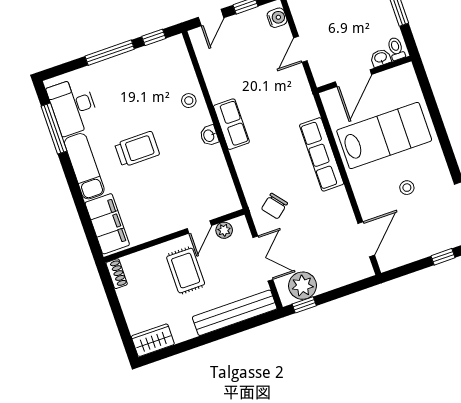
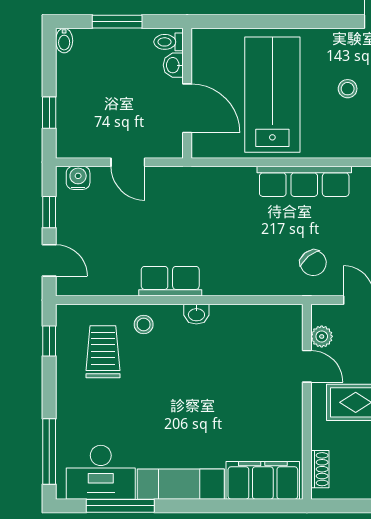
window: (110, 53) -> (49, 451), moved
row of seats: (231, 124) -> (170, 281), moved
trolley: (137, 149) -> (103, 352), moved
row of seats: (322, 154) -> (304, 181), moved
shoe rack: (117, 274) -> (320, 469), moved, turned 90

